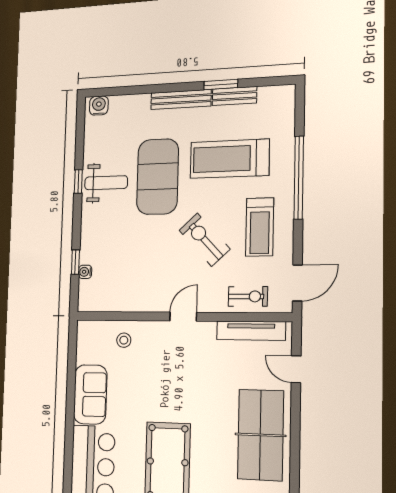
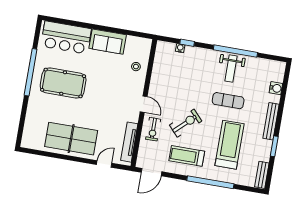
bench: (234, 96) -> (262, 175), moved
water cooler: (99, 106) -> (276, 88), moved
exercise mat: (158, 177) -> (228, 101), width x0.50, depth x0.69
window: (78, 181) -> (235, 51), width x3.17
door: (297, 283) -> (151, 172), hinge flipped
exercise bike: (248, 296) -> (153, 129), moved

